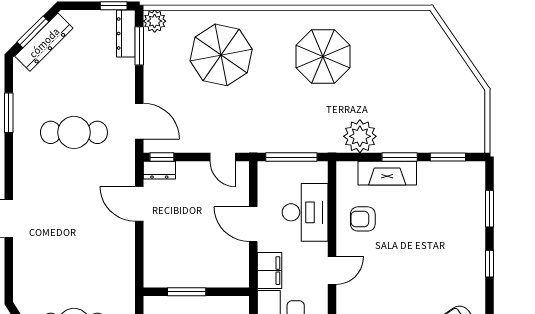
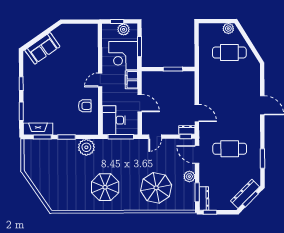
plant: (155, 21) -> (189, 177), moved
door: (223, 157) -> (155, 137), swing flipped
fireplace: (387, 173) -> (38, 129), moved
desk: (305, 212) -> (114, 120), moved

